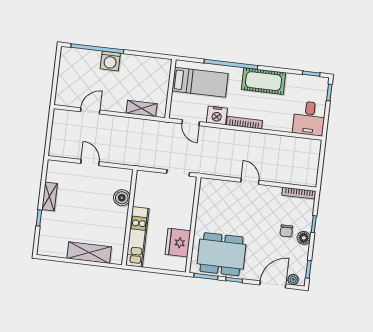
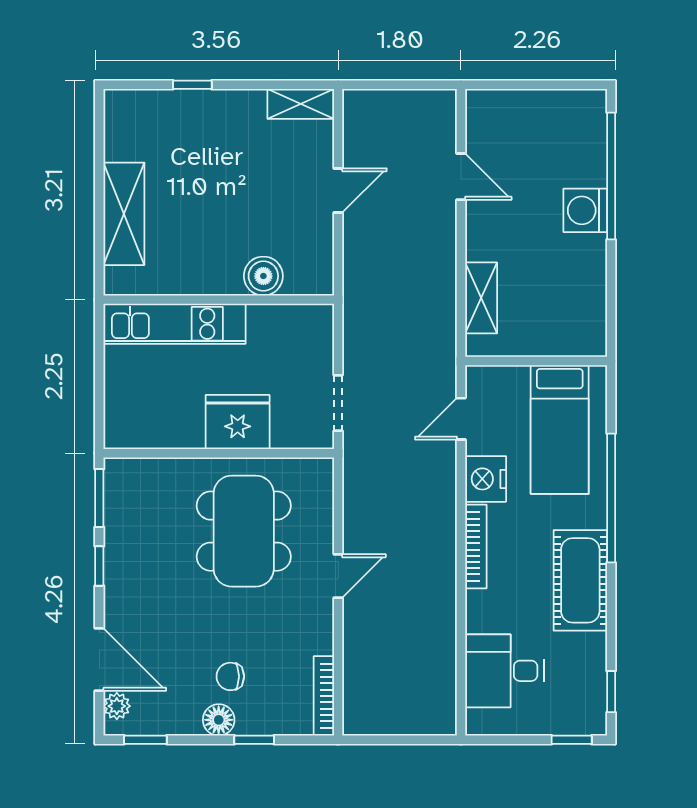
desk: (309, 118) -> (504, 671), moved
shelving: (50, 196) -> (301, 104), moved
fridge: (178, 243) -> (238, 422), moved
dining table: (222, 254) -> (244, 531), moved

